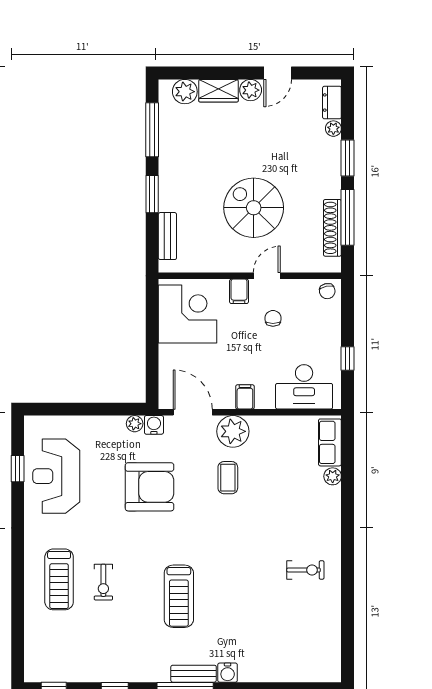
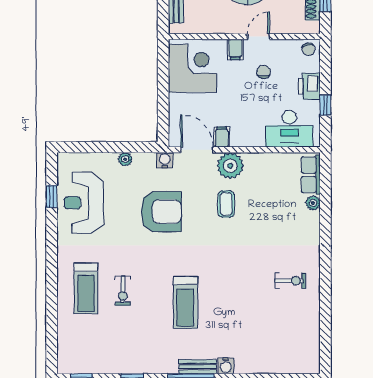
printer: (328, 336) -> (309, 86), added
filing cabinet: (245, 397) -> (222, 137), moved
plant: (135, 424) -> (125, 159), moved

